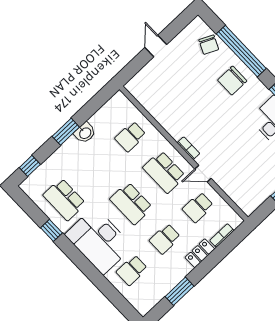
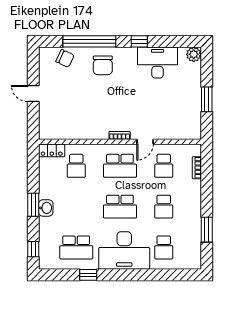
washbasin: (85, 133) -> (46, 208), moved
locker: (200, 253) -> (52, 150), moved, turned -90

